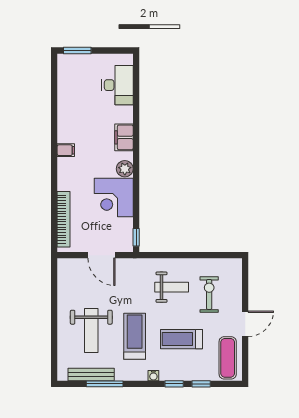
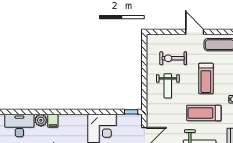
filing cabinet: (124, 137) -> (53, 121), width x0.50
plant: (125, 169) -> (41, 120), moved
weight bench: (172, 287) -> (168, 86), turned 180

